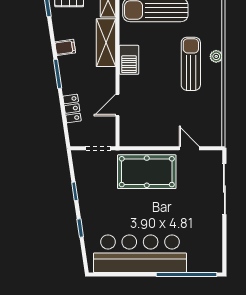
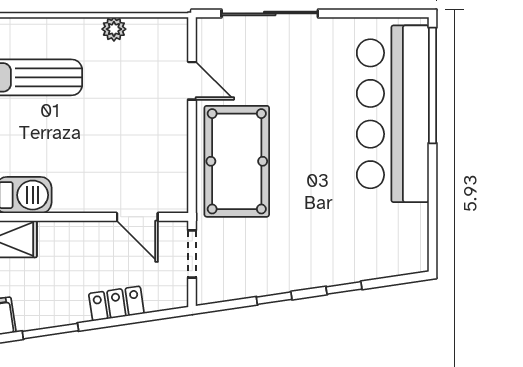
plant: (216, 56) -> (114, 29), moved
door: (118, 105) -> (137, 217), moved
door: (189, 148) -> (192, 81), swing flipped
bar counter: (140, 254) -> (393, 114), moved

